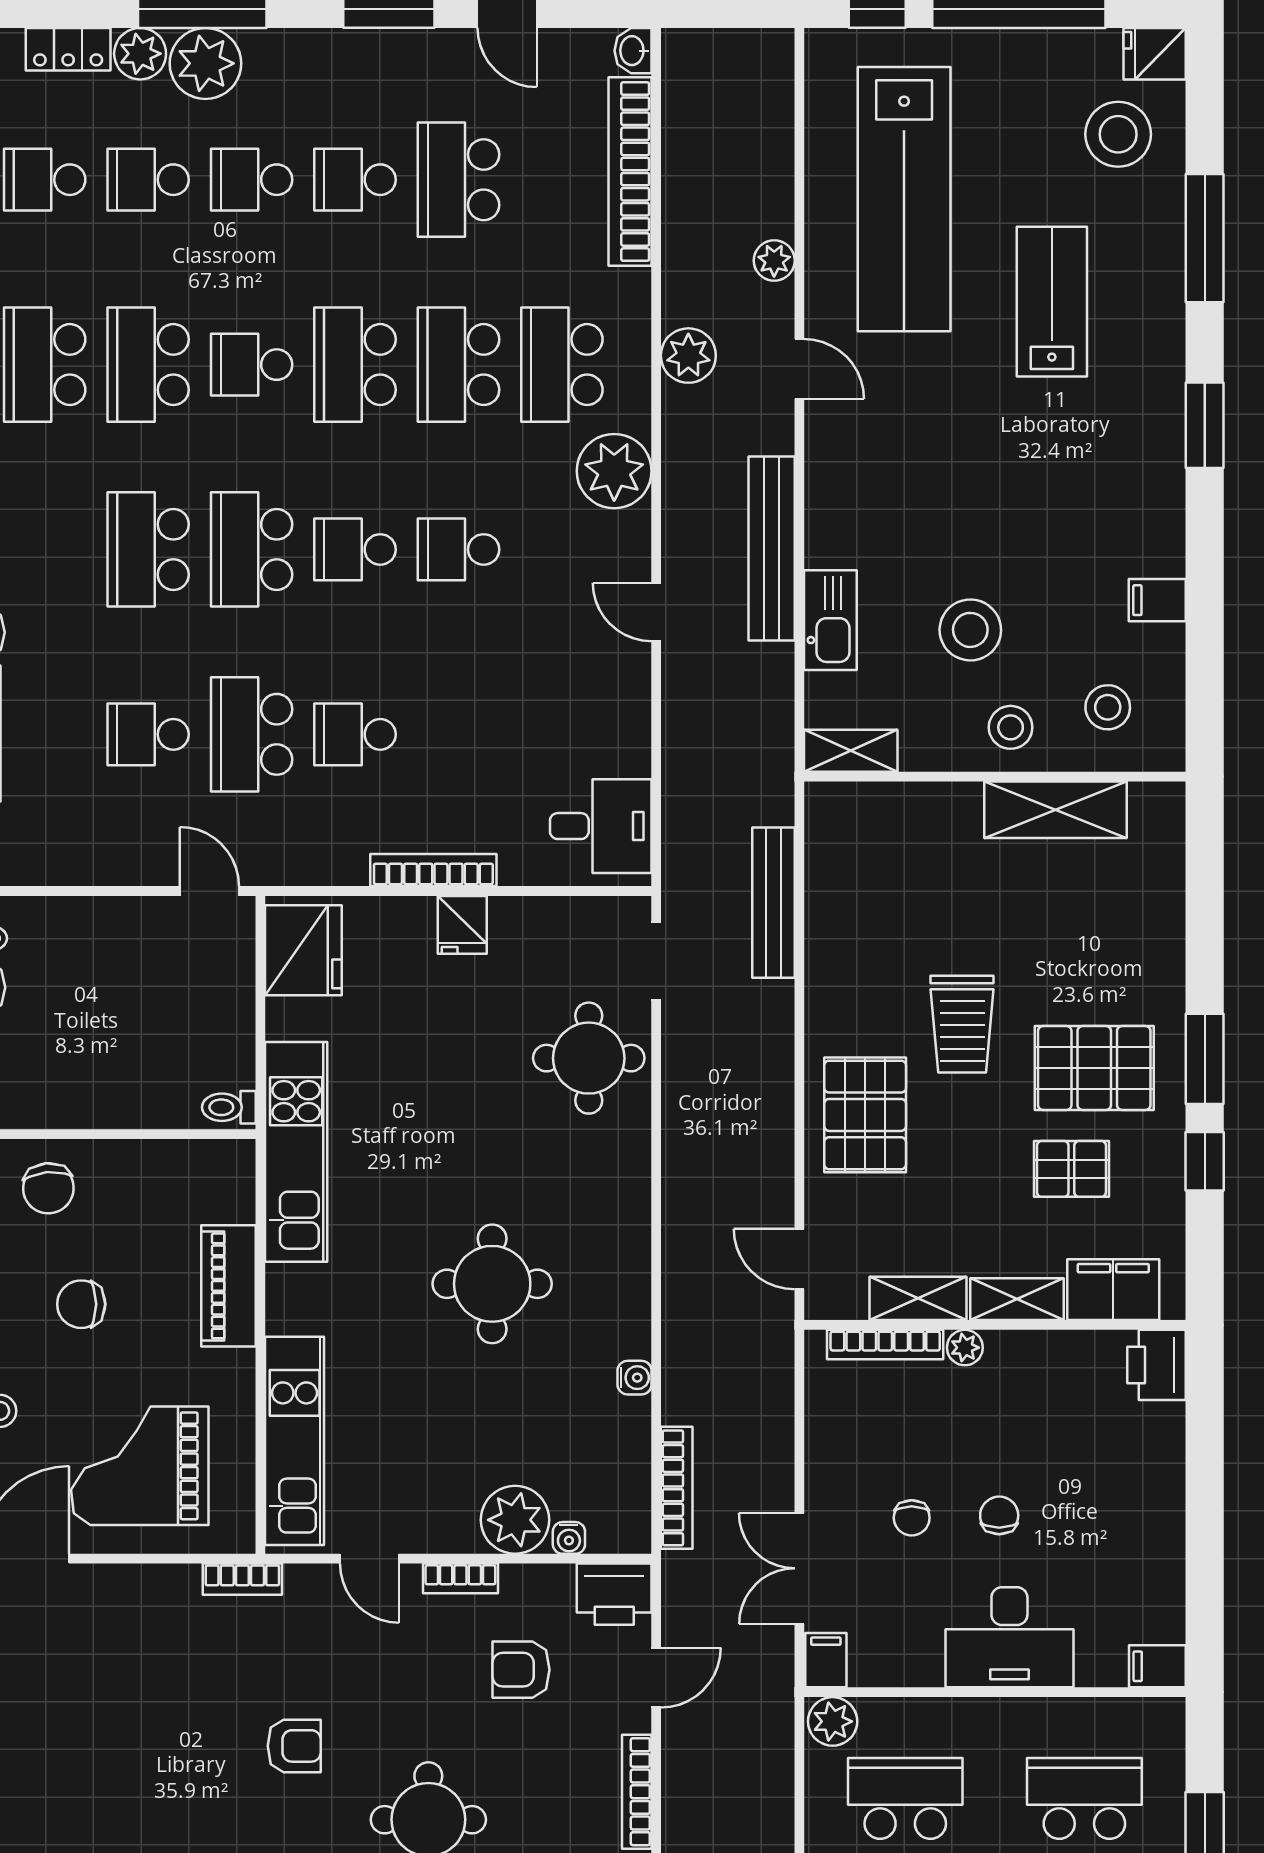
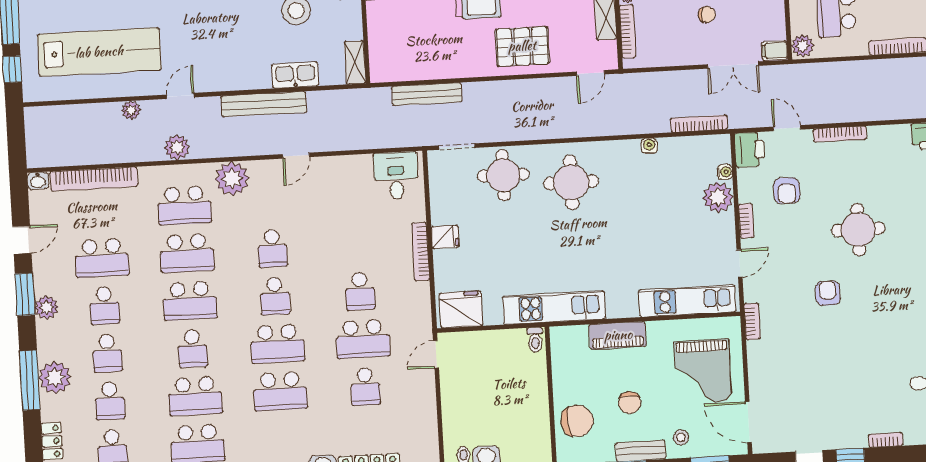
plant: (140, 54) -> (46, 307), moved
chair: (48, 1188) -> (577, 421), width x1.37, depth x1.37
round table: (492, 1284) -> (571, 182), moved

